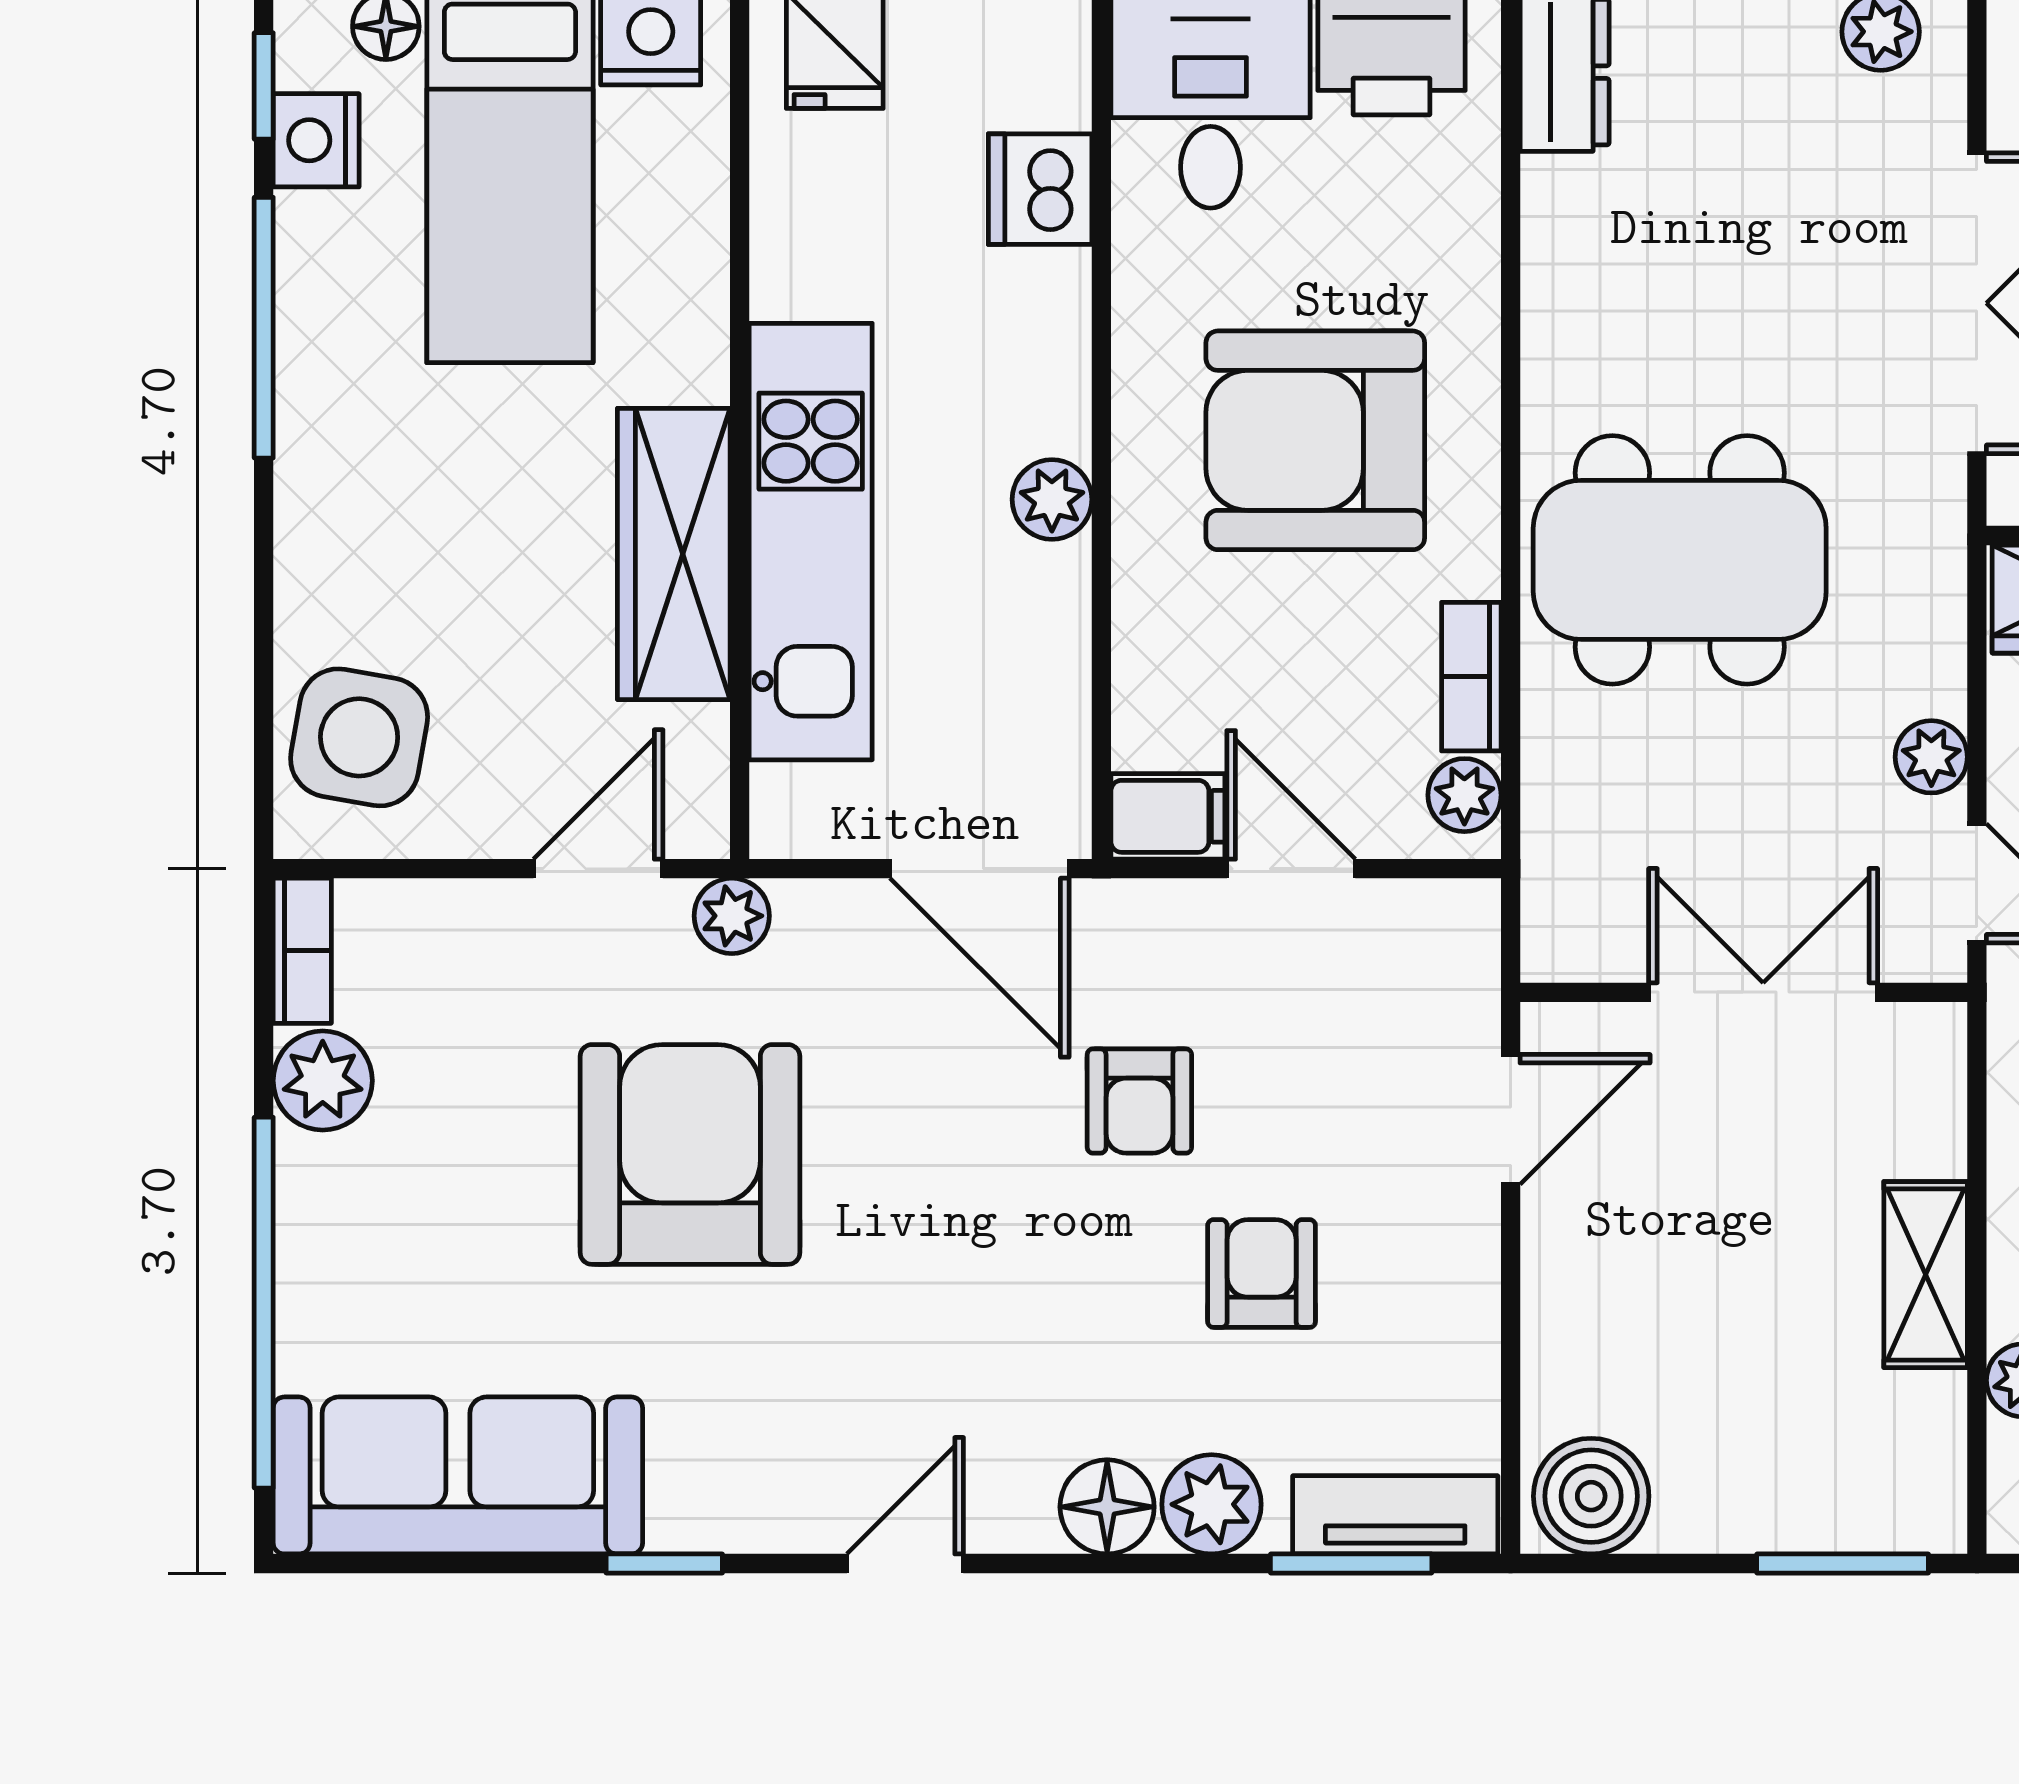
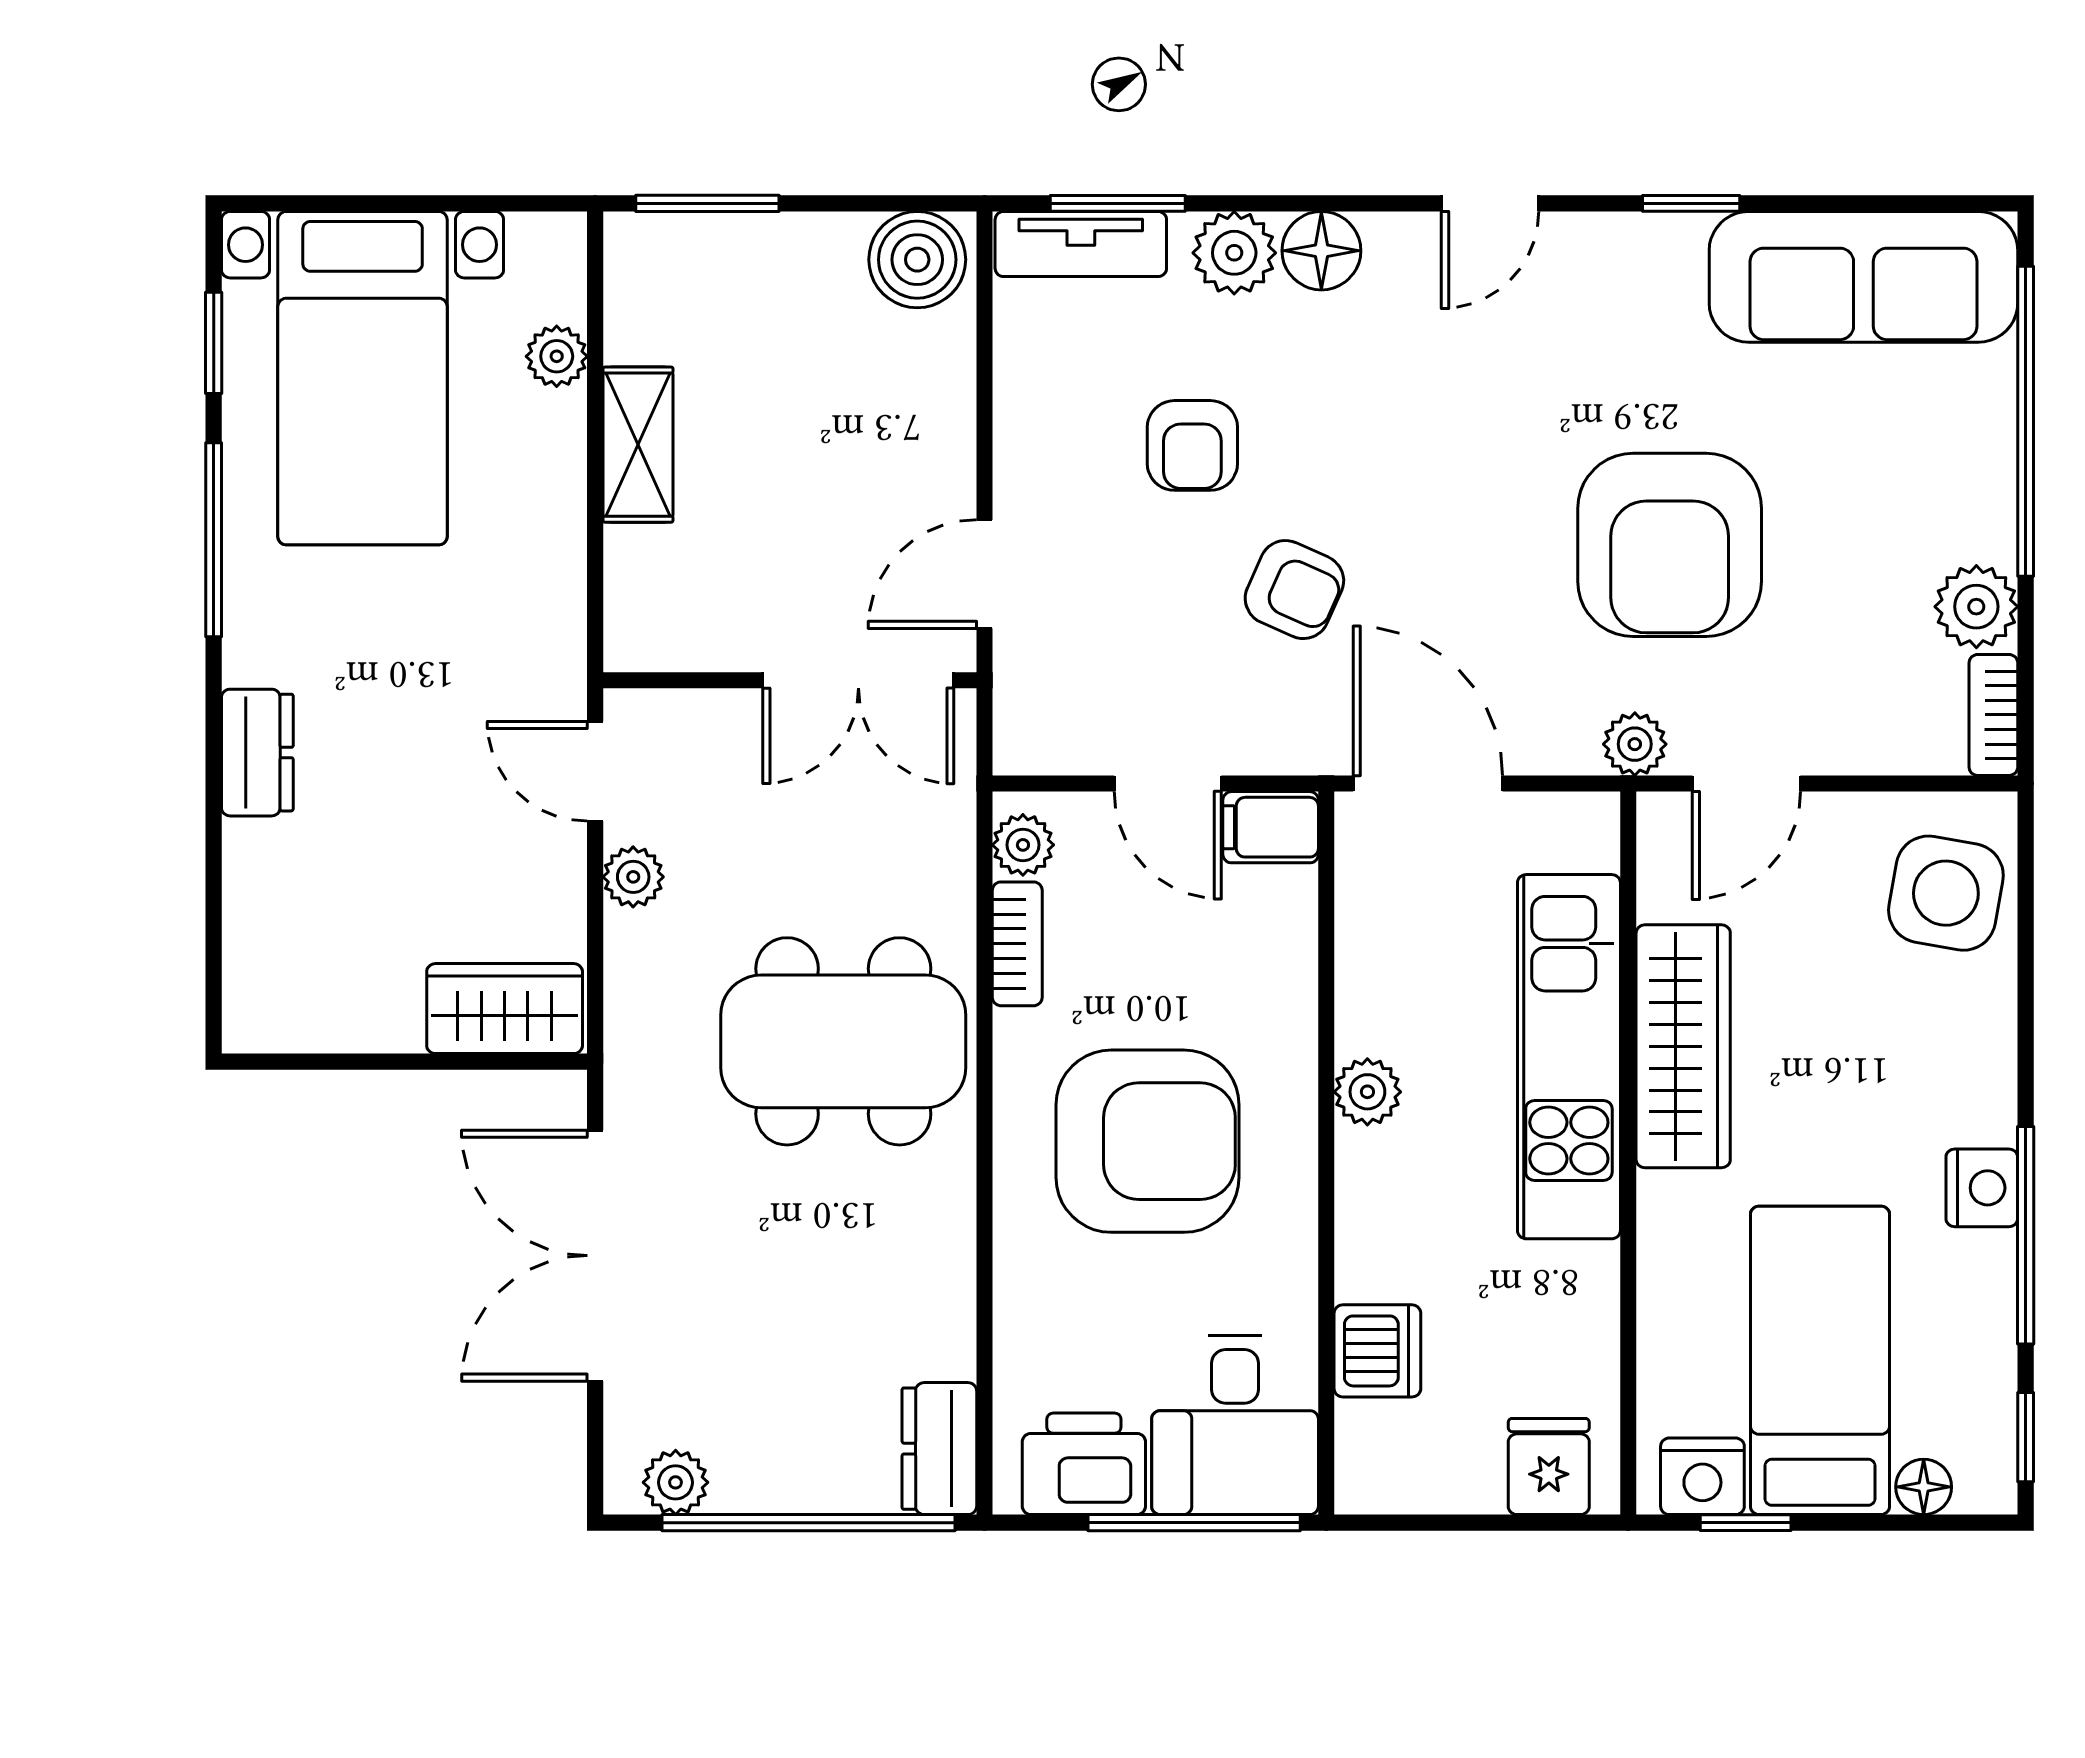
nightstand: (316, 140) -> (1982, 1188), moved
double door: (1763, 992) -> (858, 680), moved
armchair: (1139, 1101) -> (1294, 590), turned 114

